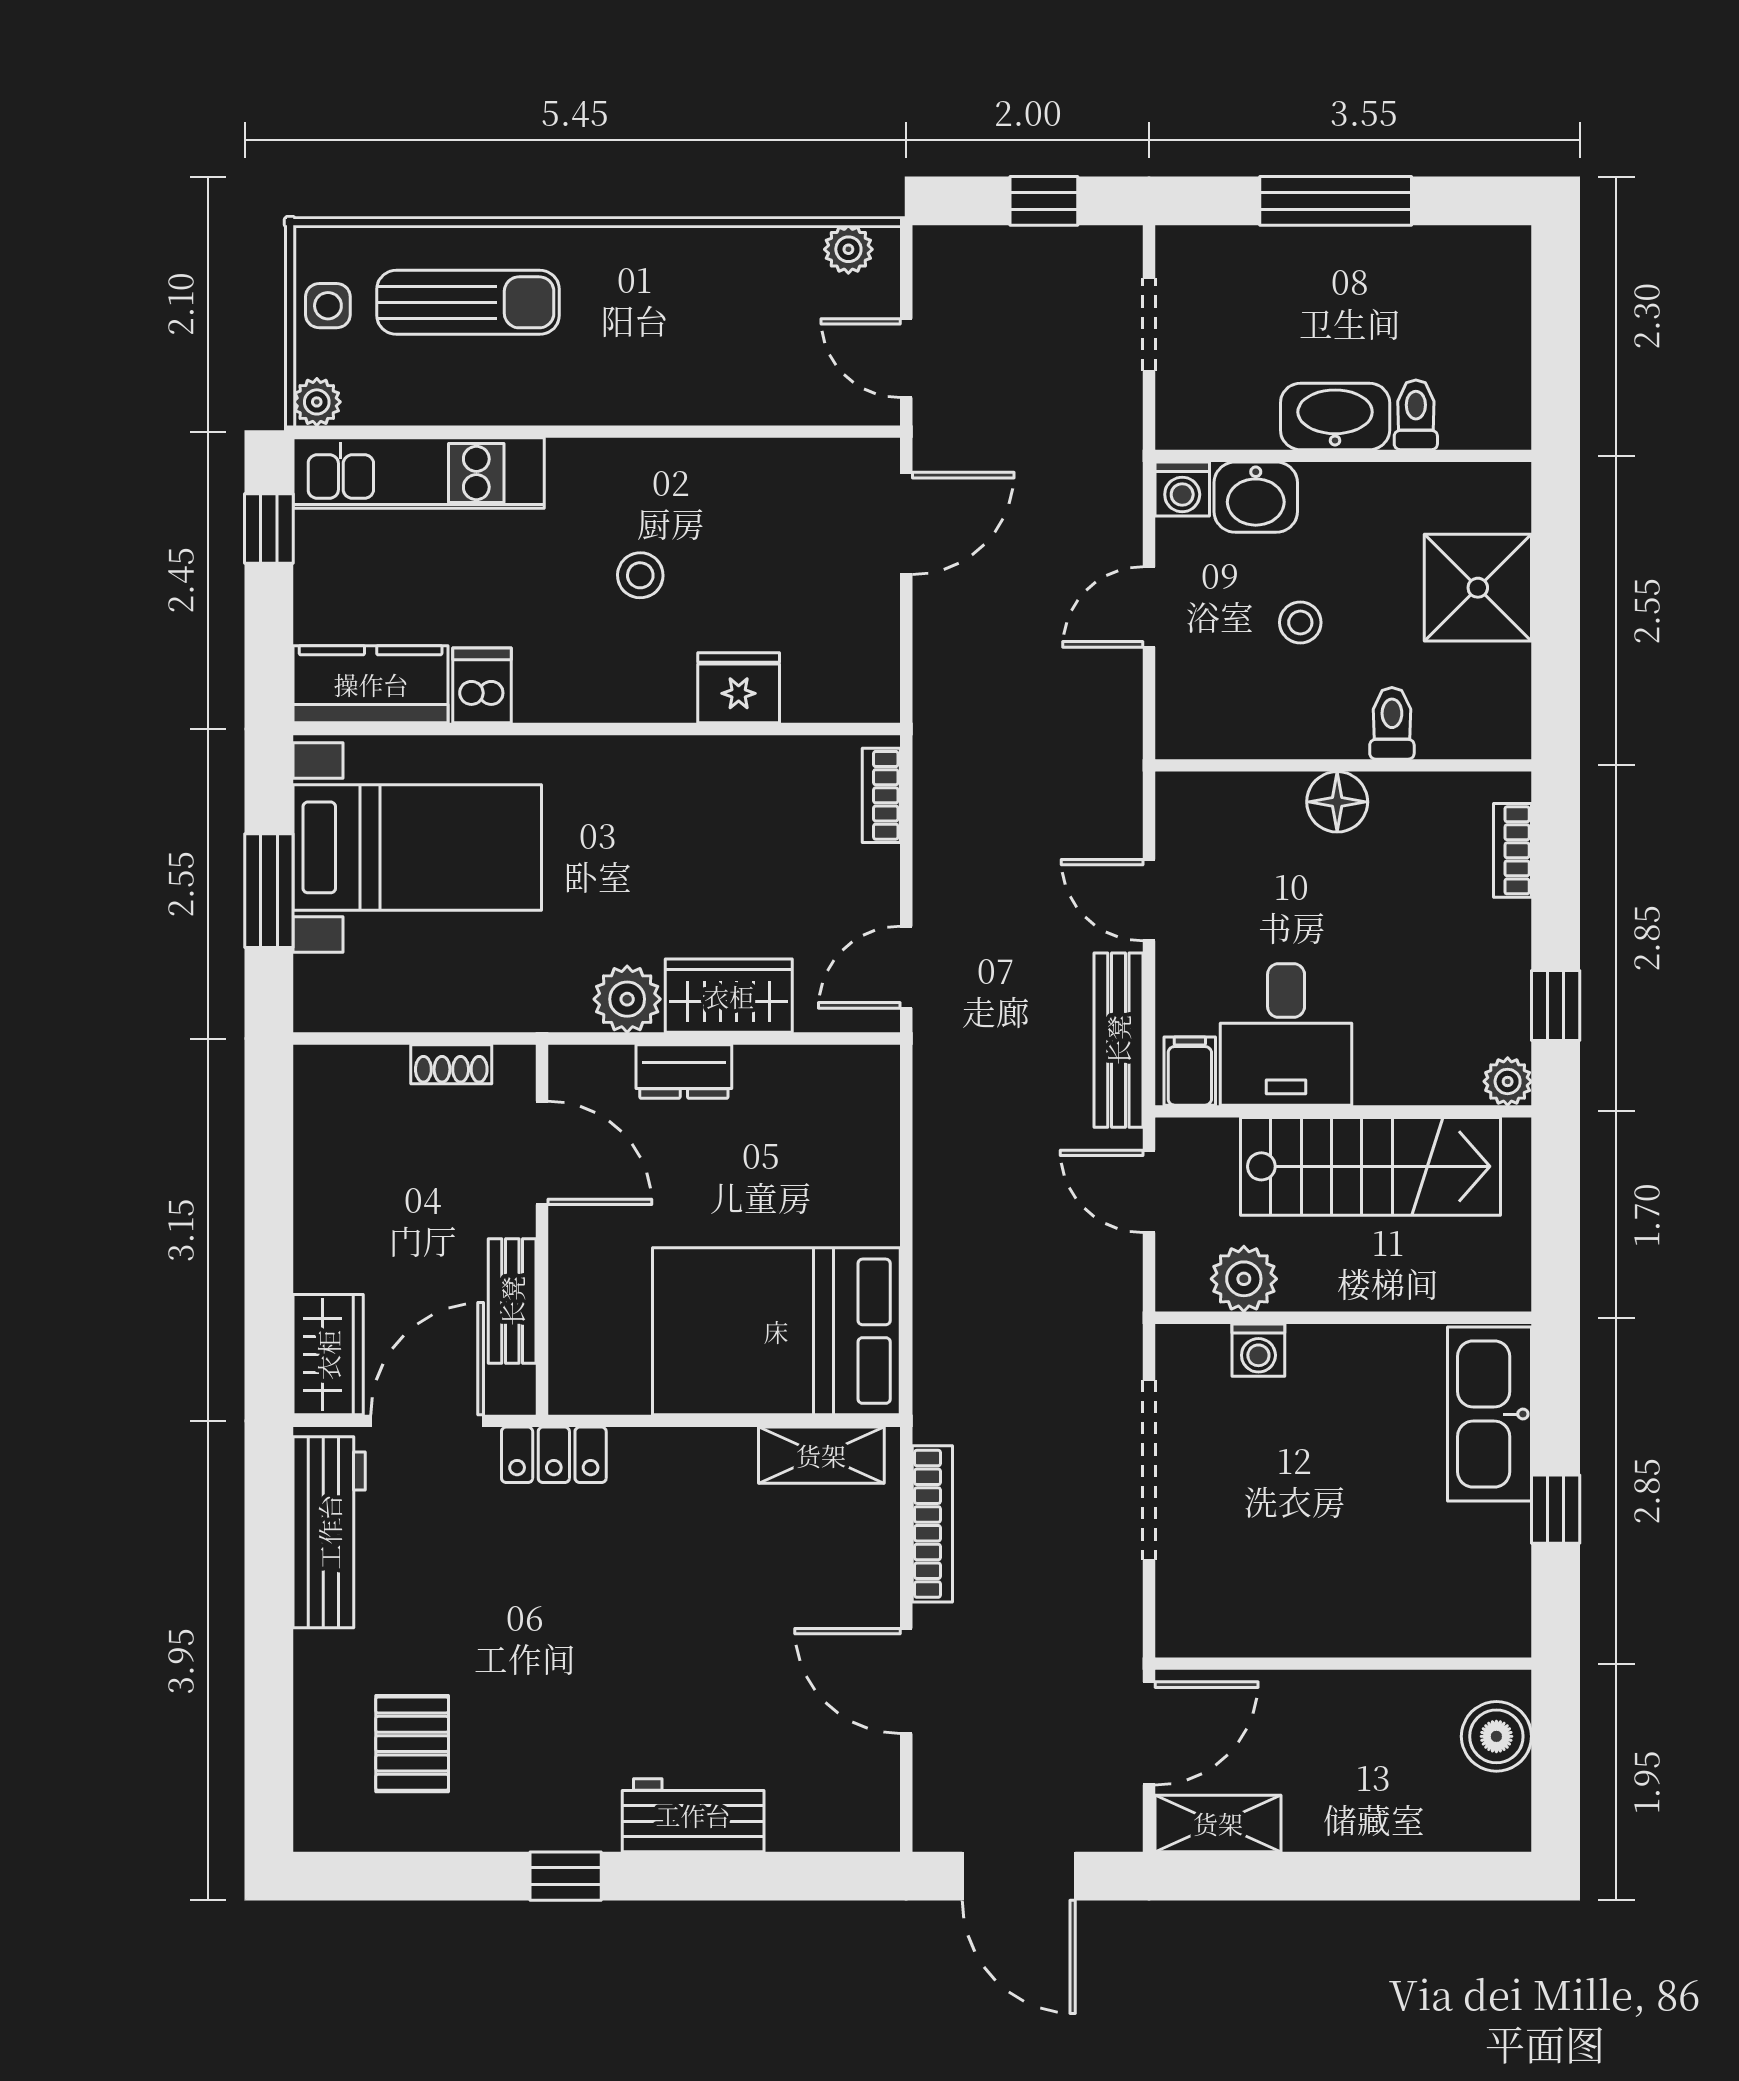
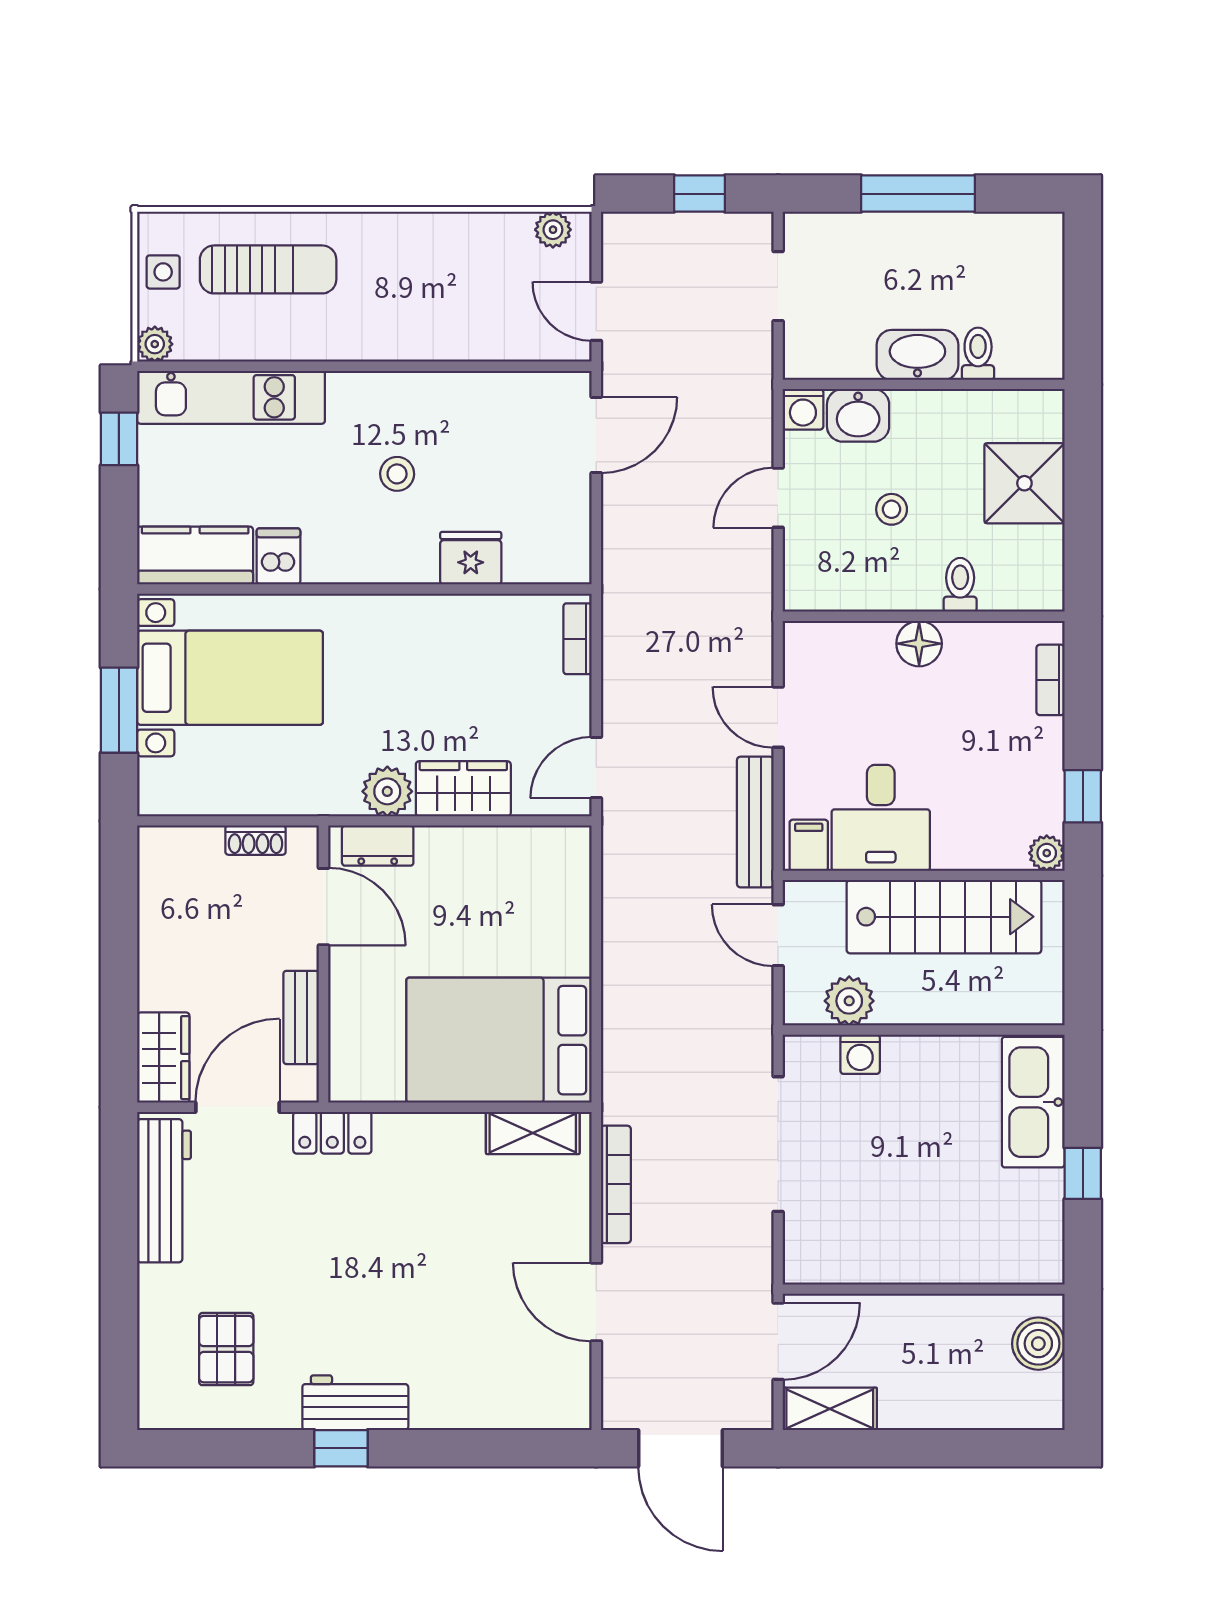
dresser: (684, 1071) -> (378, 846), moved
workbench: (693, 1815) -> (355, 1403), moved

